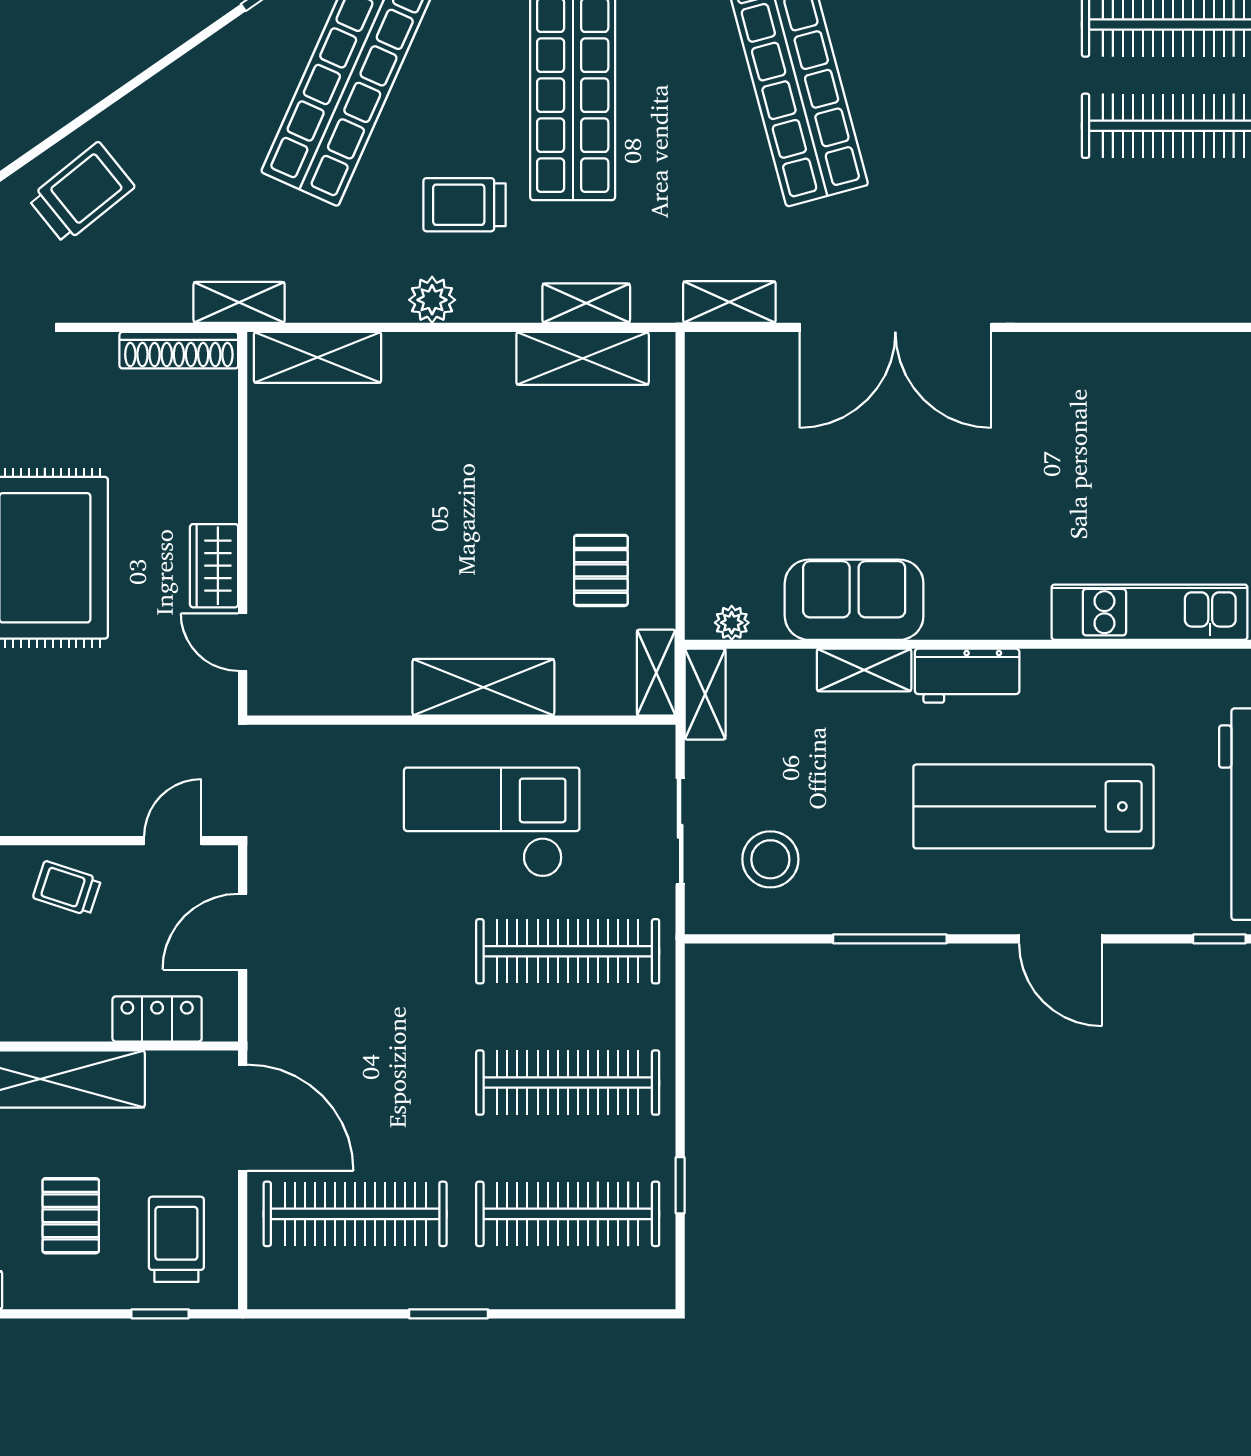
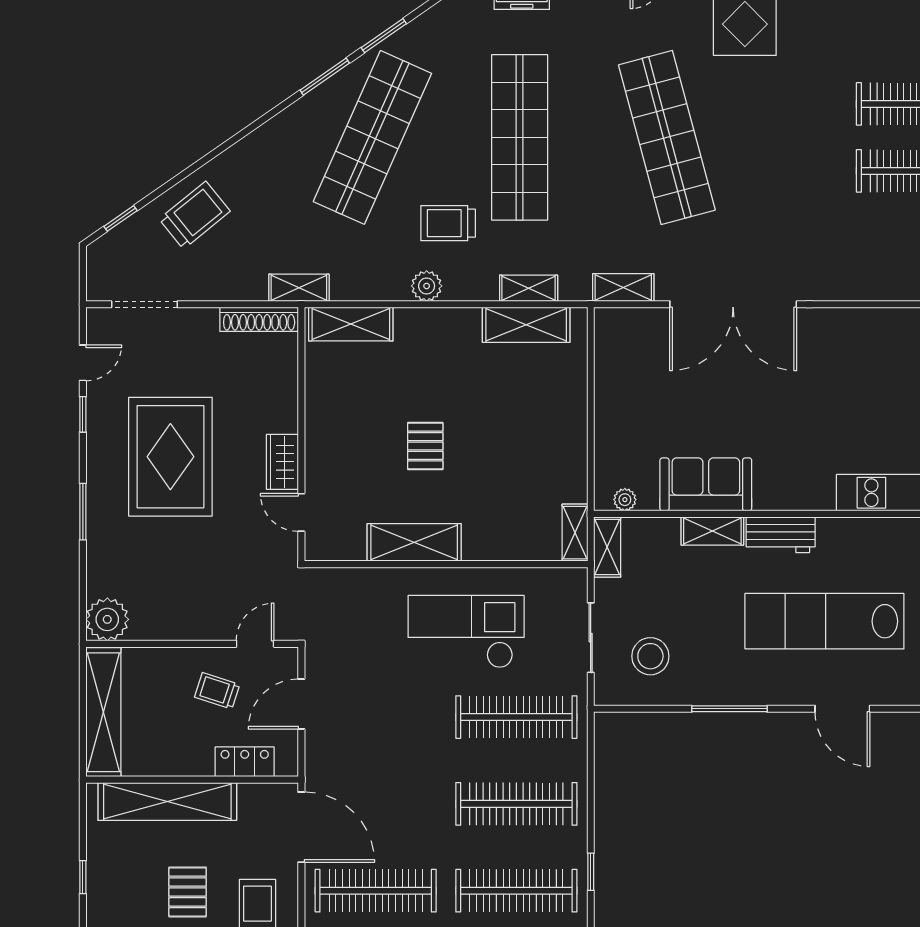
pallet: (601, 570) -> (425, 446), moved
shelving: (483, 687) -> (414, 542), moved
trolley: (67, 888) -> (217, 691), moved

